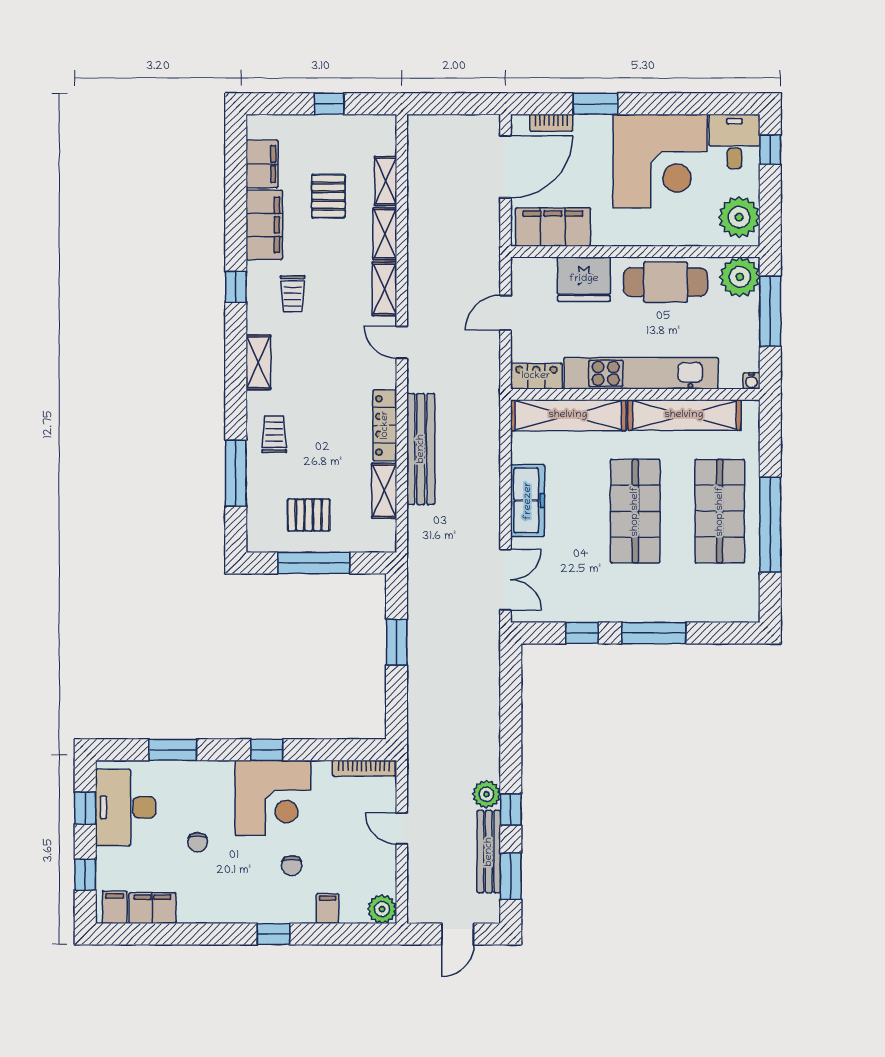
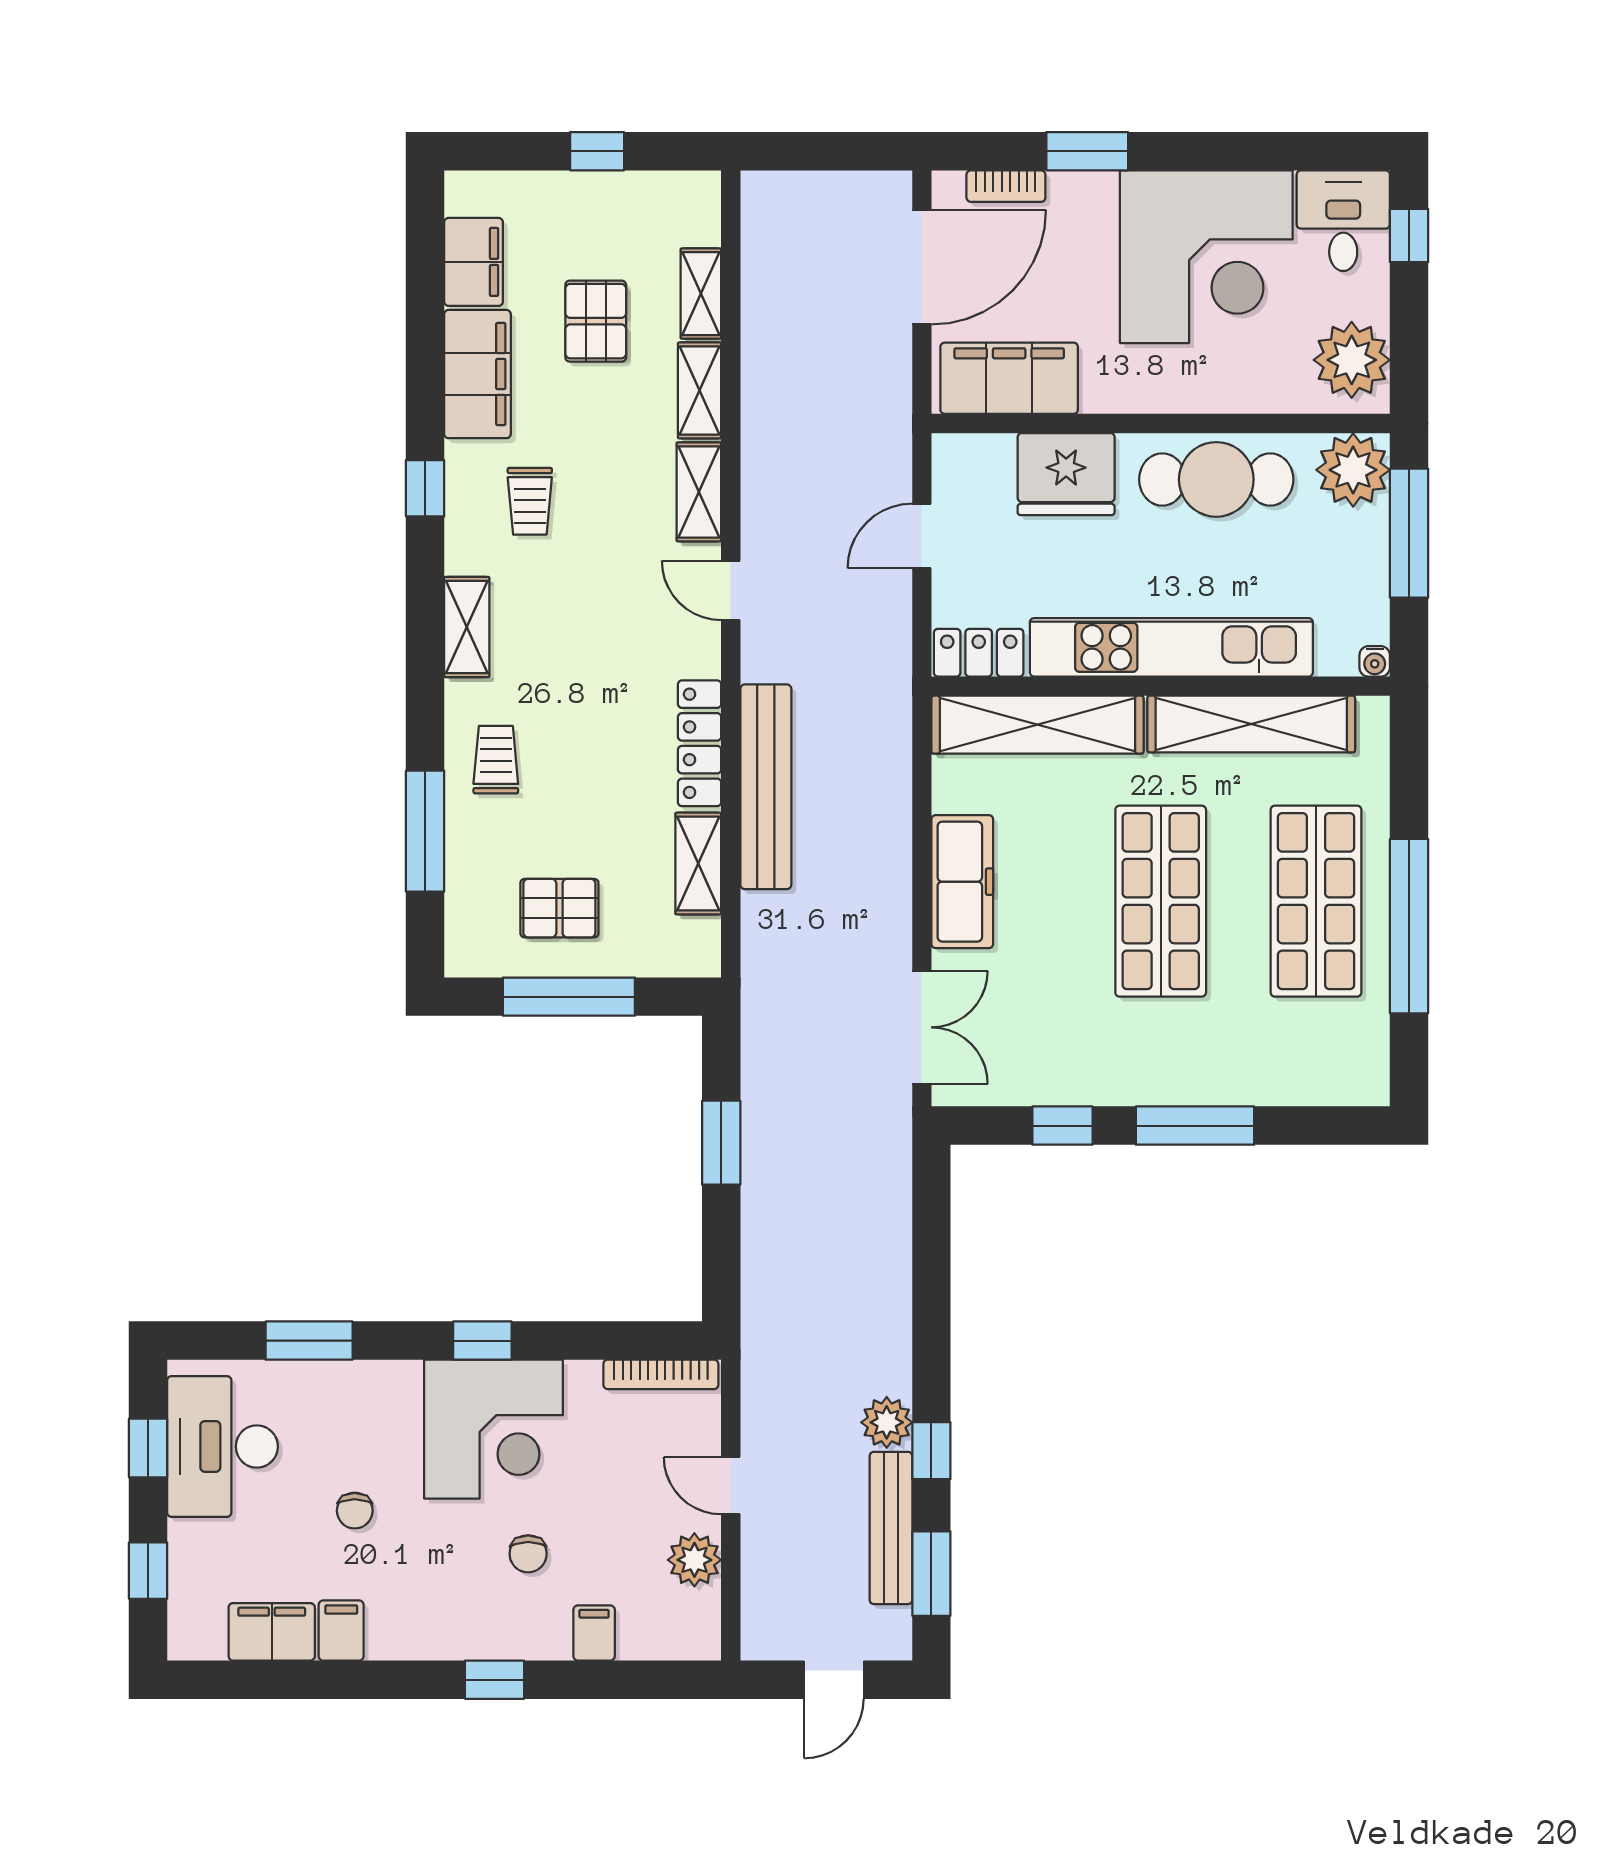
filing cabinet: (115, 907) -> (341, 1631), moved
plant: (382, 909) -> (694, 1560), moved

